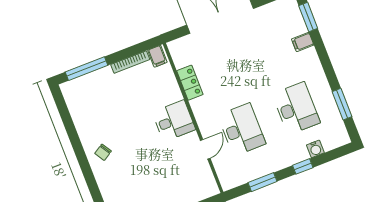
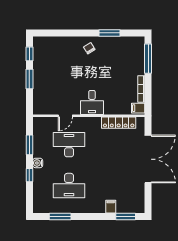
locker: (190, 83) -> (119, 123), width x1.53
desk: (242, 129) -> (69, 145), turned 180
window: (72, 133) -> (109, 33), added
door: (205, 149) -> (65, 116), hinge flipped
water cooler: (315, 149) -> (38, 163), moved

